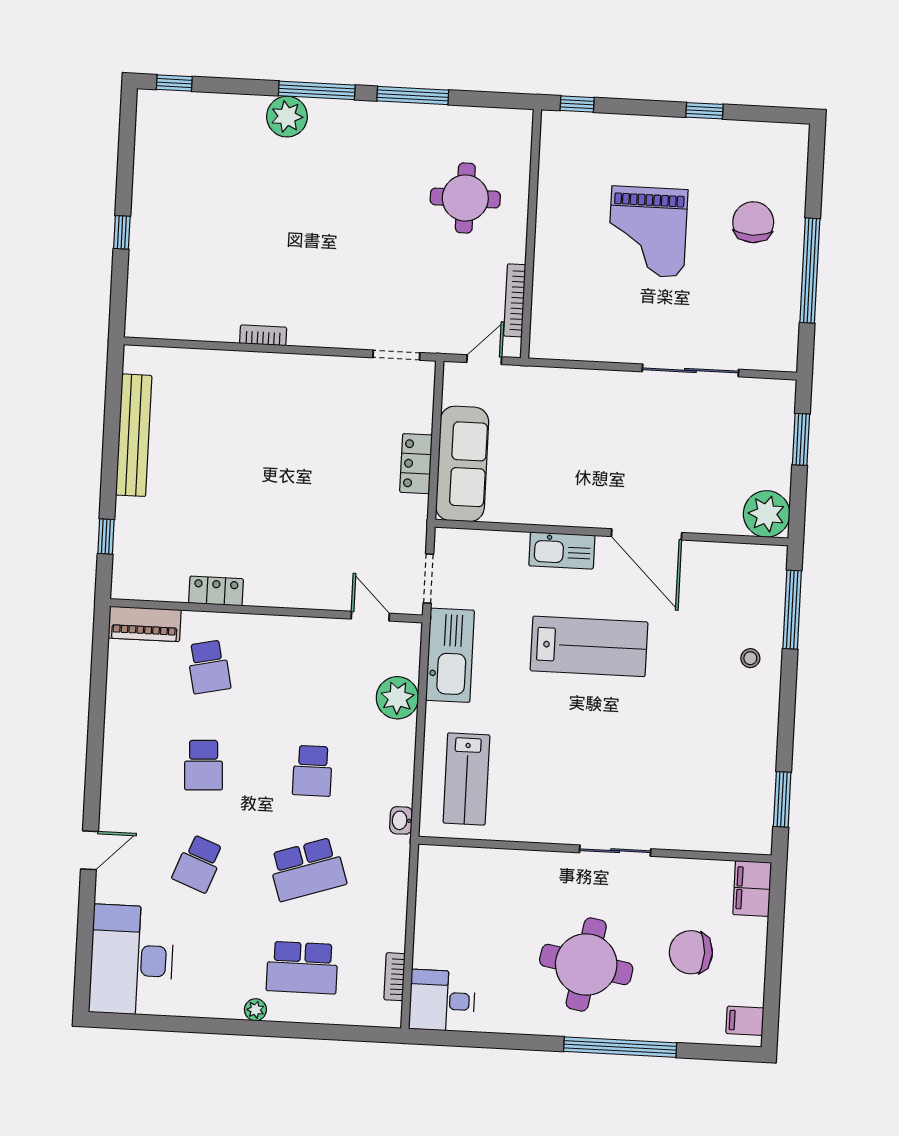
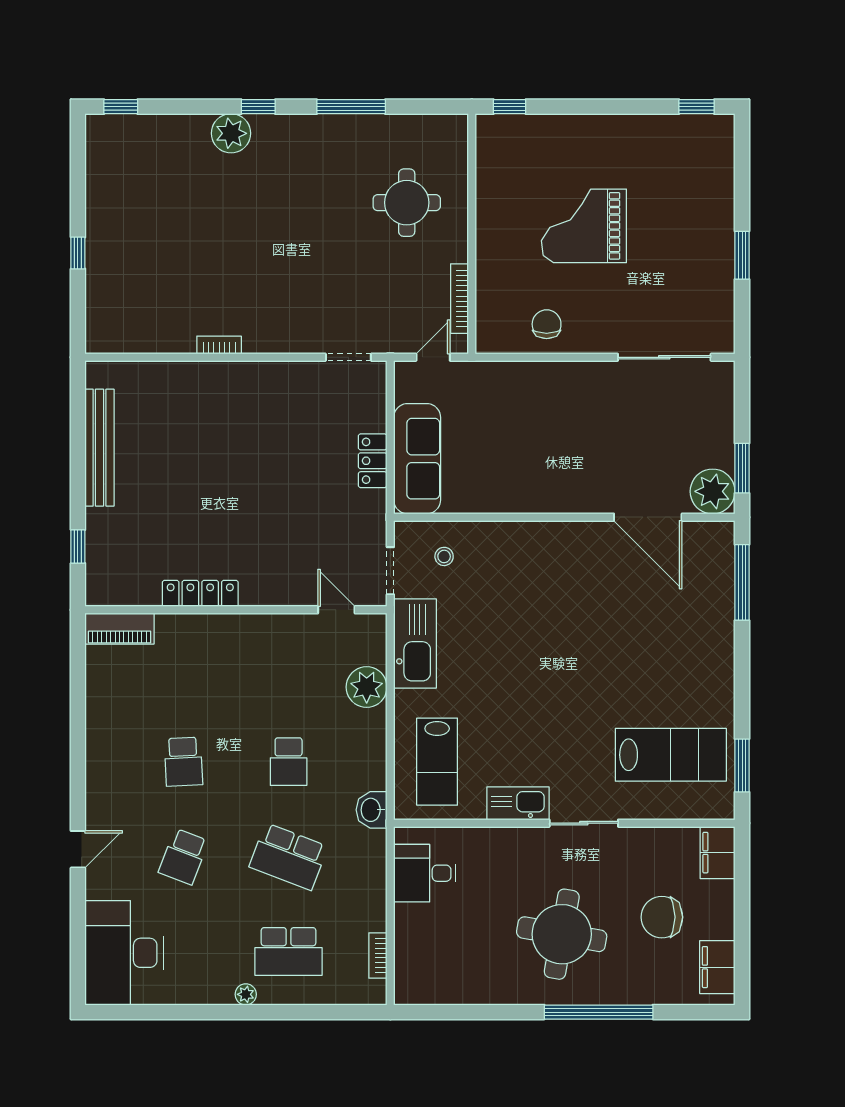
window: (317, 90) -> (258, 107), width x0.46
window: (704, 111) -> (697, 107), moved
chair: (753, 222) -> (547, 324), moved, width x0.73, depth x0.73
grand piano: (648, 232) -> (584, 226), turned 90
window: (810, 271) -> (742, 255), width x0.47
sliding door: (690, 370) -> (664, 357), moved
window: (801, 439) -> (742, 468), moved
door: (647, 534) -> (648, 517), moved
kitchen sink: (562, 551) -> (518, 803), moved, turned 180
locker: (216, 591) -> (200, 593), width x1.53
lab bench: (589, 646) -> (671, 755), moved
stool: (750, 658) -> (444, 556), moved
school desk: (209, 667) -> (183, 667), removed
washbasin: (401, 820) -> (372, 810), width x1.38, depth x1.45
school desk: (307, 869) -> (289, 857), turned 39
desk: (442, 1001) -> (425, 873), moved
filing cabinet: (745, 1021) -> (717, 967), width x2.00

